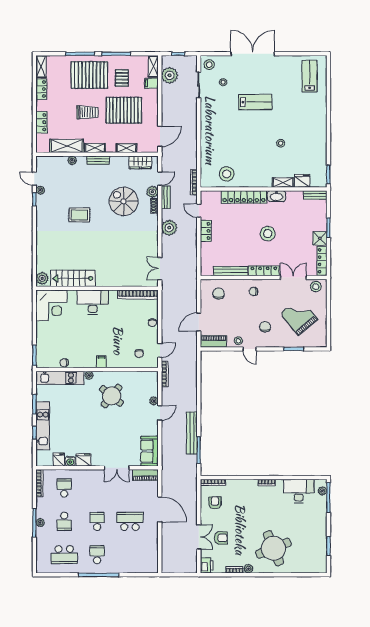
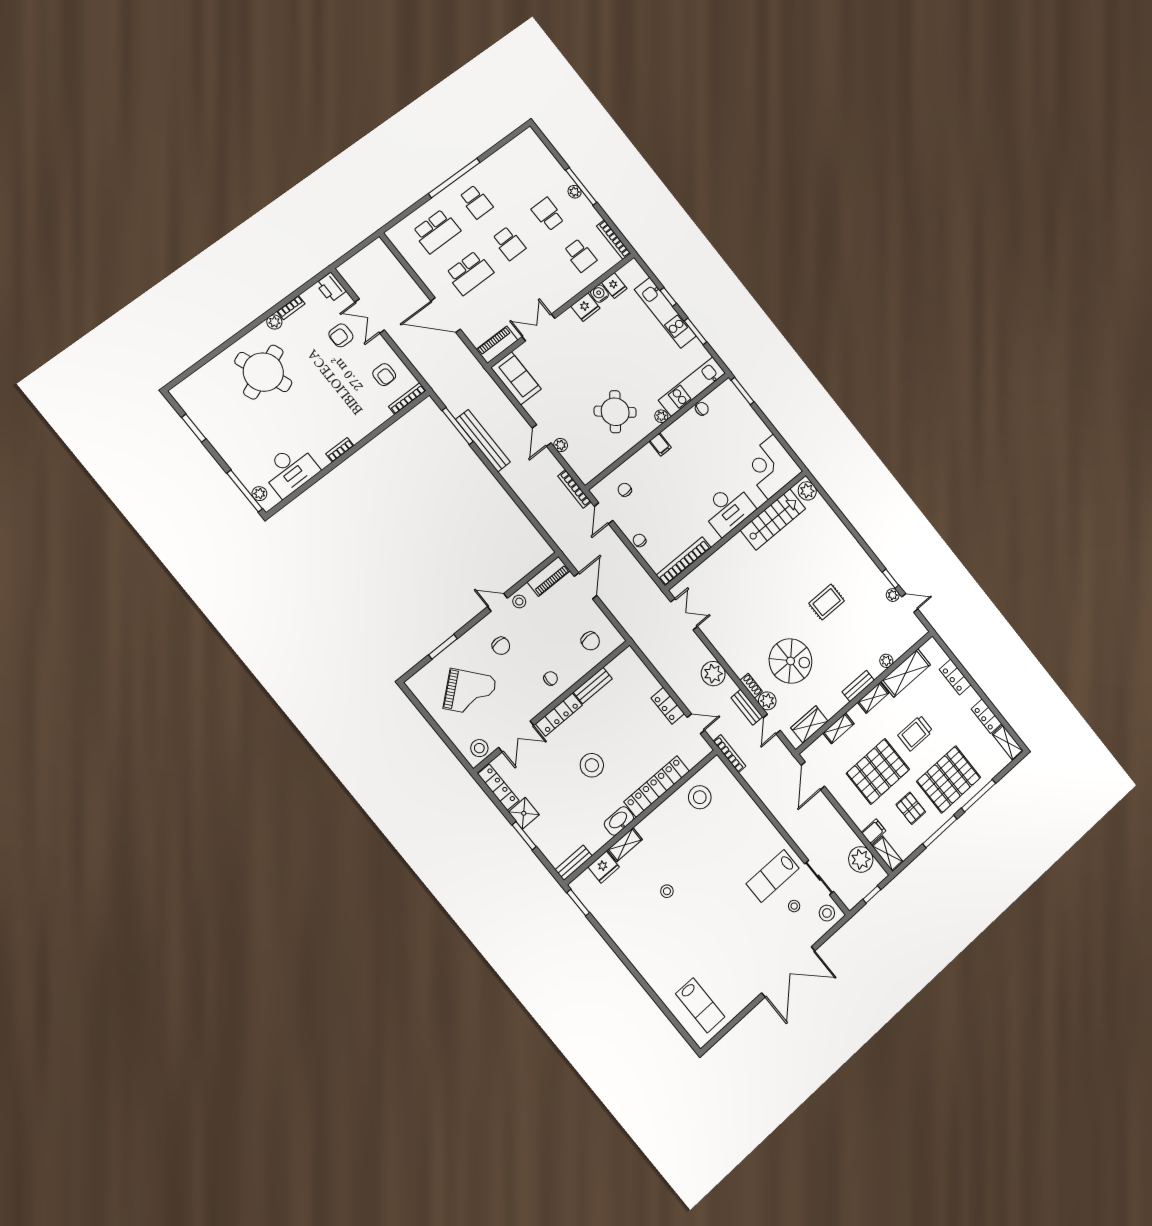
lab bench: (255, 102) -> (773, 876), moved
bench: (231, 271) -> (593, 685), width x0.73
school desk: (64, 555) -> (436, 231), moved, turned 180

